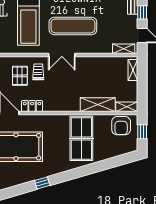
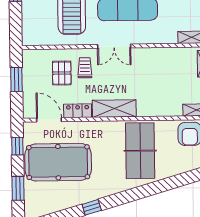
shelving: (98, 105) -> (114, 109), moved

